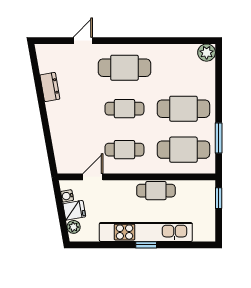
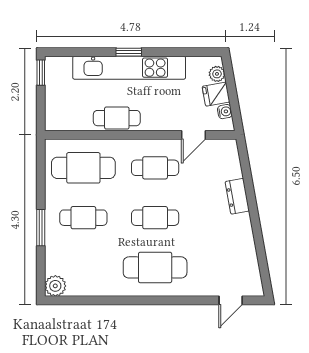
door: (83, 41) -> (231, 300), moved
dresser: (50, 87) -> (237, 196), moved
cafe table: (183, 109) -> (83, 218), width x0.73, depth x0.74
window: (219, 138) -> (41, 228), moved
window: (219, 198) -> (41, 73), moved

